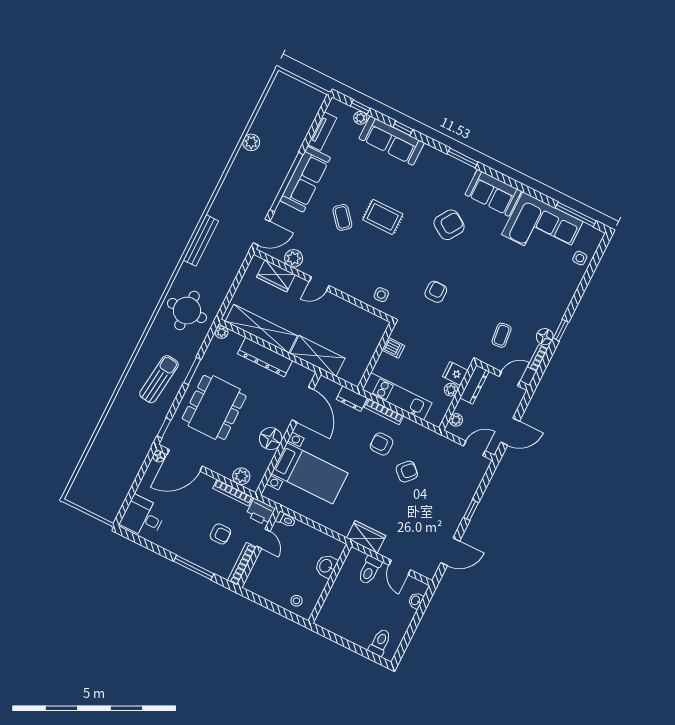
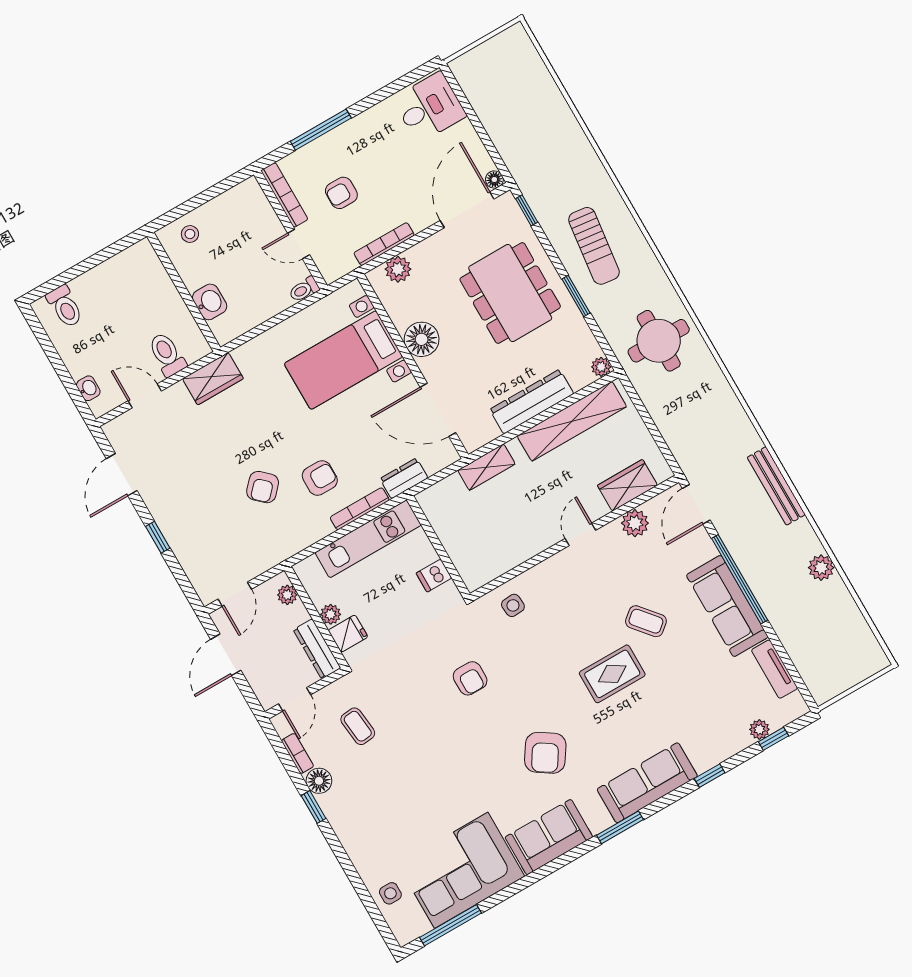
sofa: (392, 141) -> (647, 783), moved
bench: (201, 240) -> (776, 486), moved
shelving: (317, 356) -> (486, 467), width x0.67, depth x0.75
printer: (260, 512) -> (336, 263), removed

